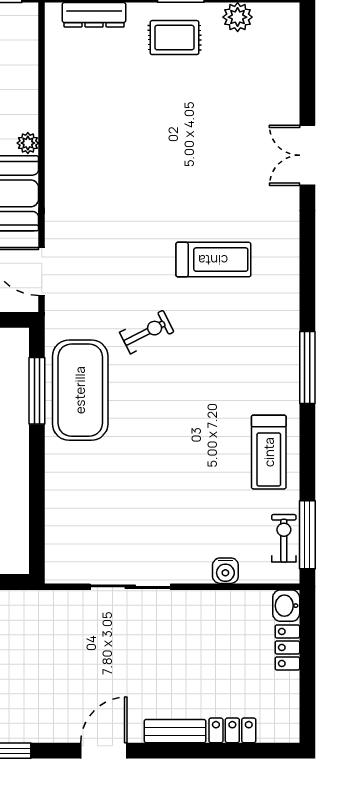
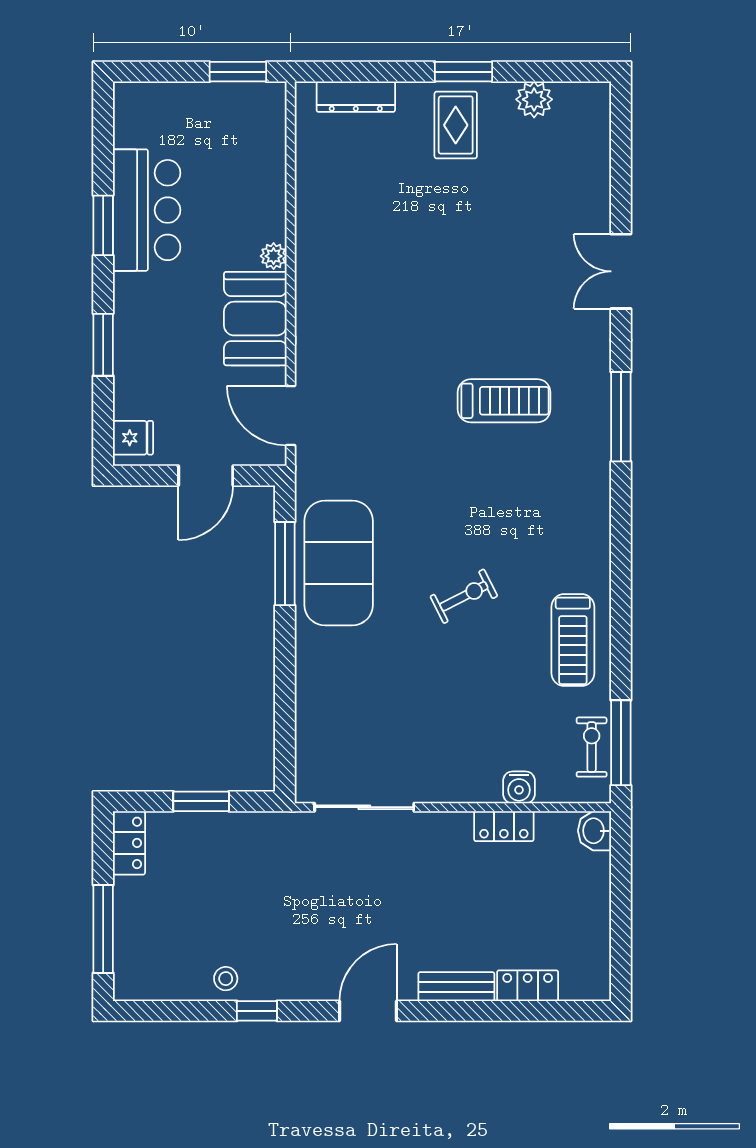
rug: (174, 38) -> (456, 125), turned 90
exercise bike: (147, 332) -> (464, 596), moved
window: (307, 368) -> (621, 417), moved
sliding door: (130, 587) -> (364, 807), moved
locker: (287, 647) -> (504, 826), moved, turned -90

